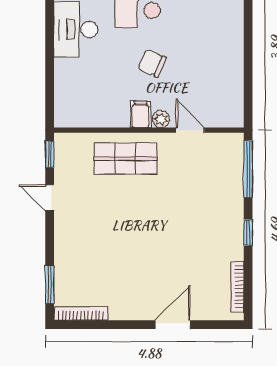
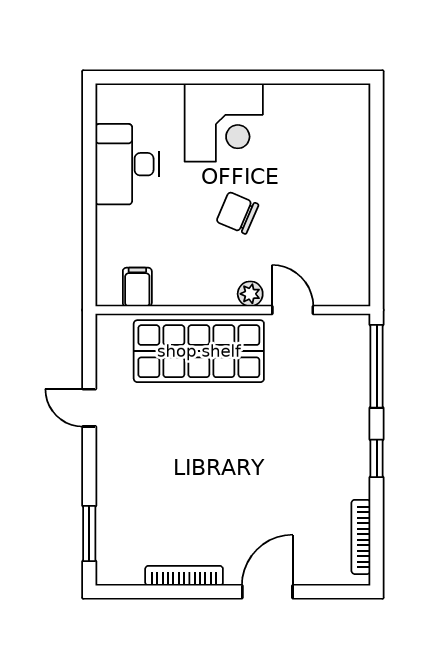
filing cabinet: (141, 114) -> (137, 287), moved
window: (50, 154) -> (89, 345), removed
shop shelf: (125, 159) -> (199, 351), width x1.43, depth x1.36
bookcase: (81, 314) -> (184, 576), moved

